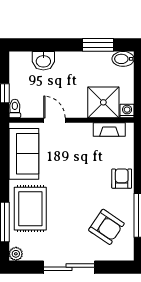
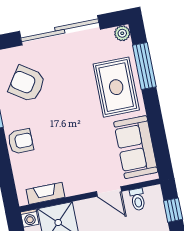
toilet: (15, 108) -> (138, 199), moved
armchair: (122, 179) -> (21, 141), turned -90
sliding door: (69, 267) -> (60, 30), width x1.36

